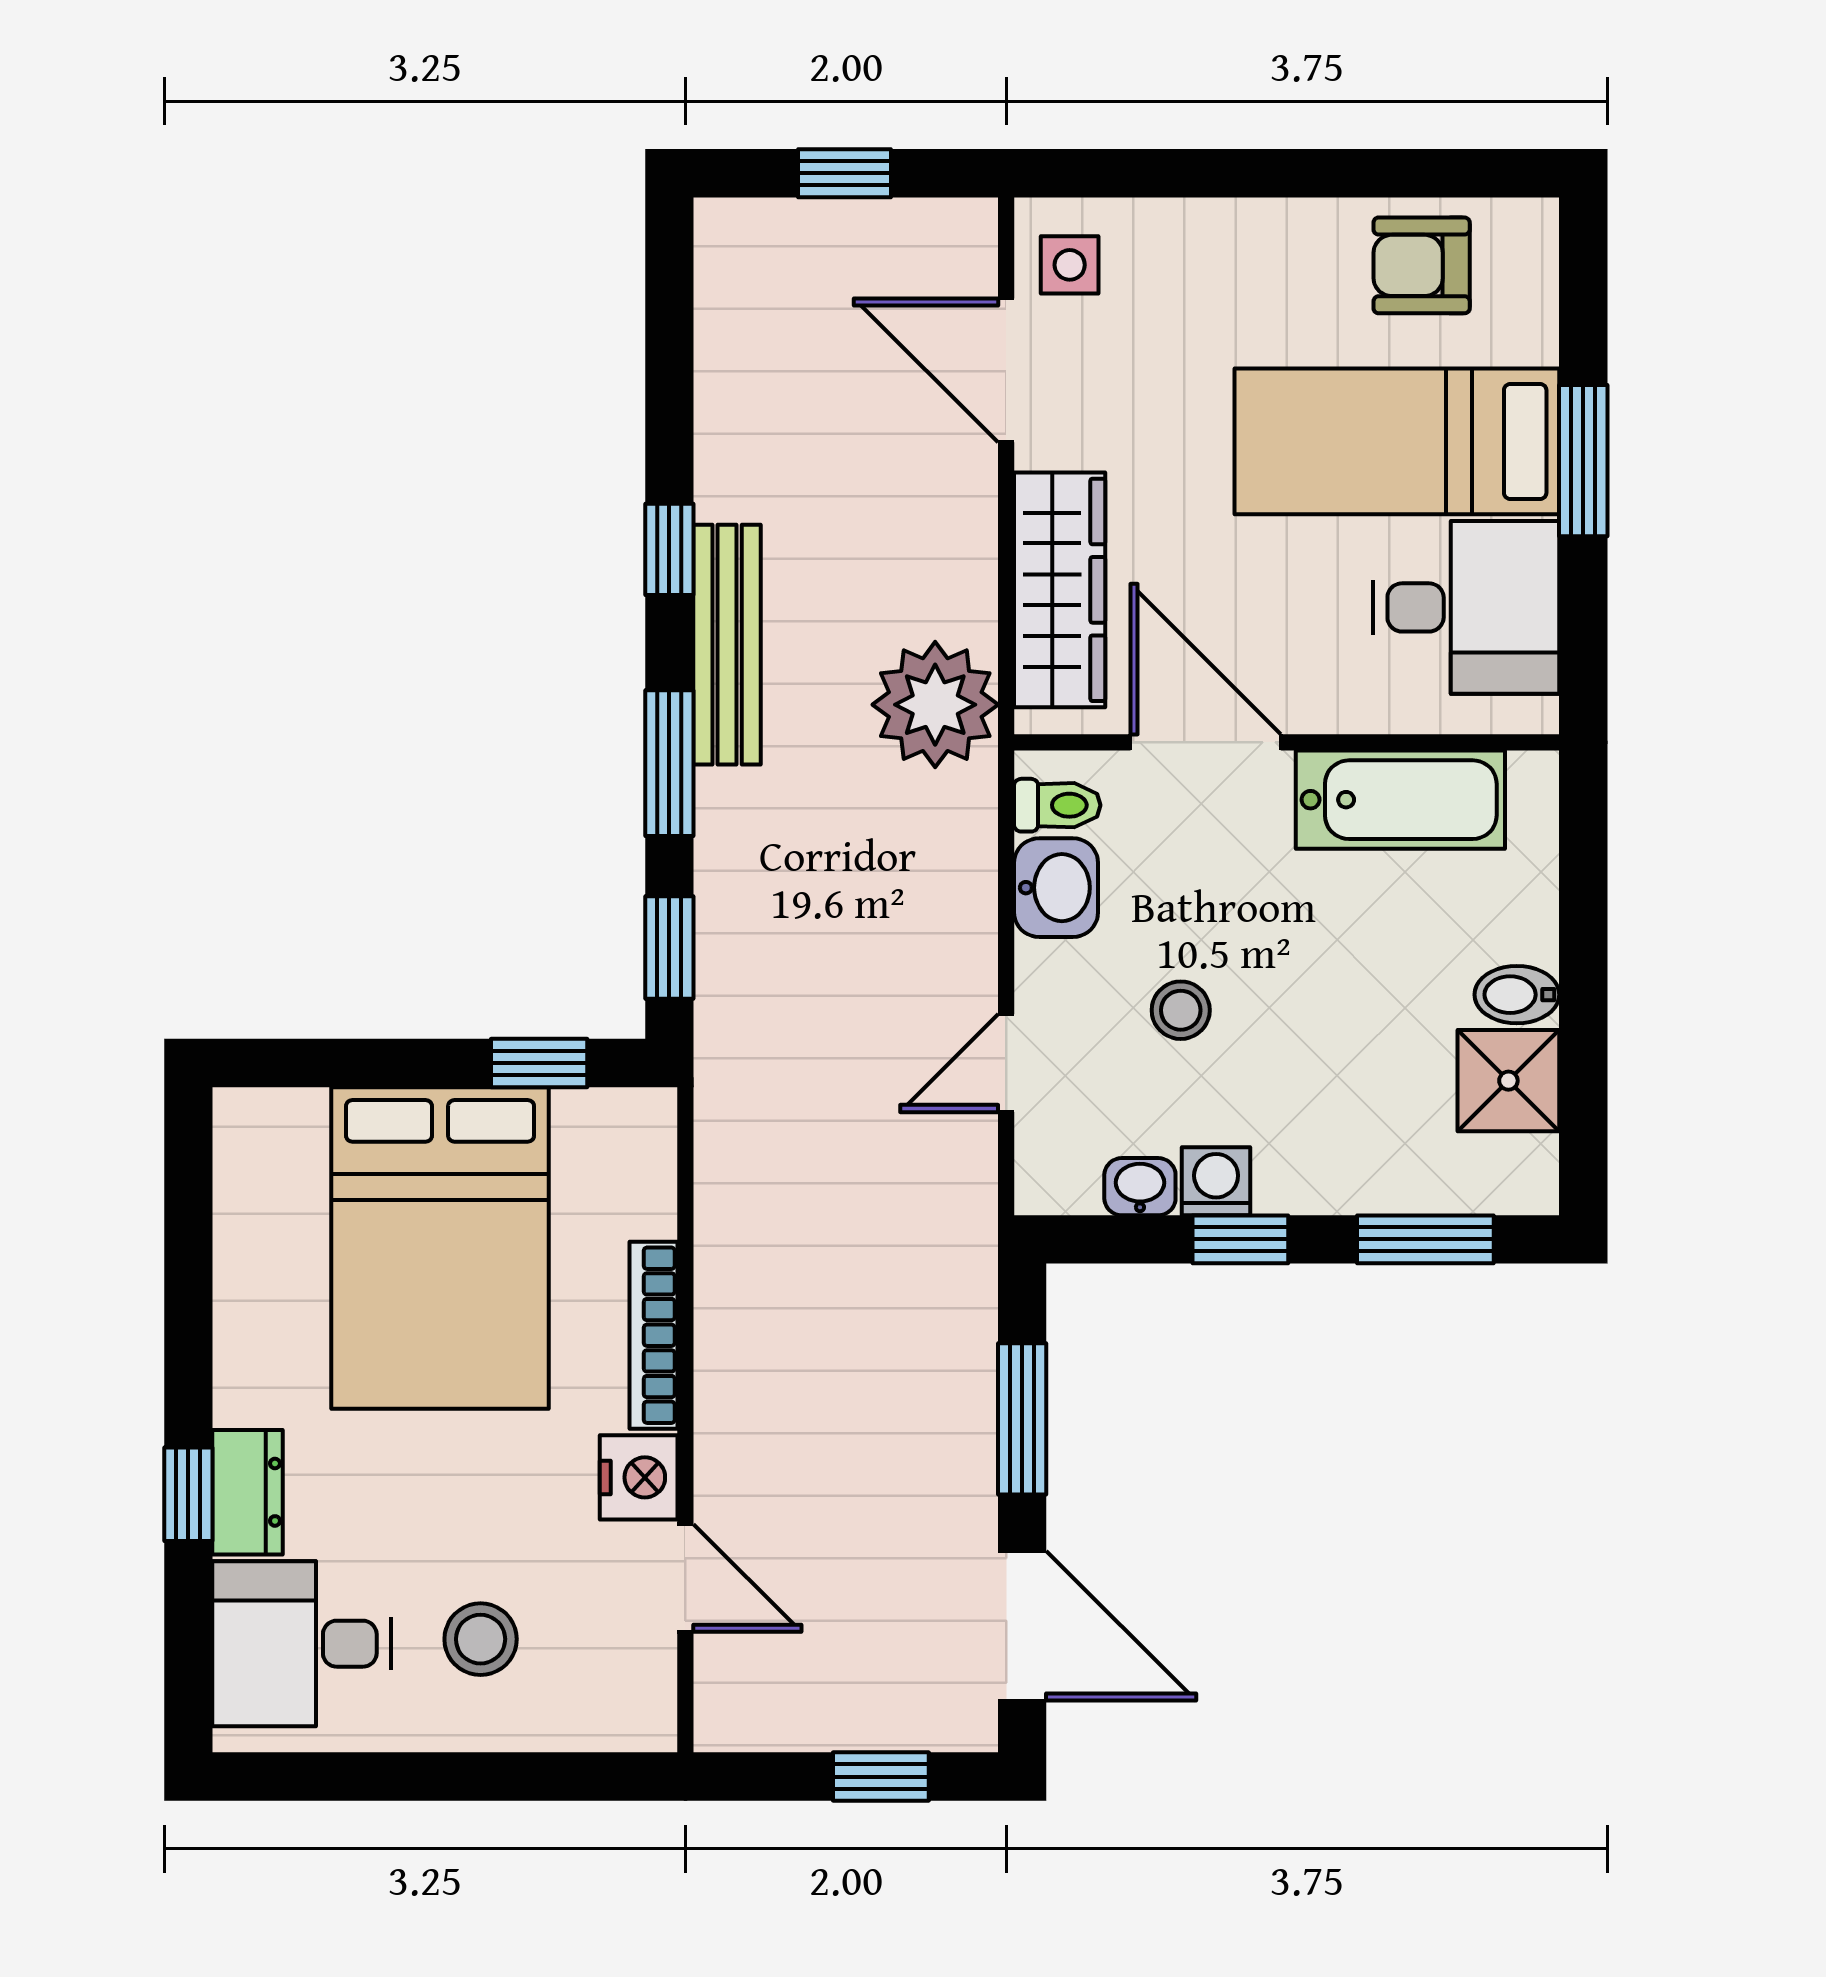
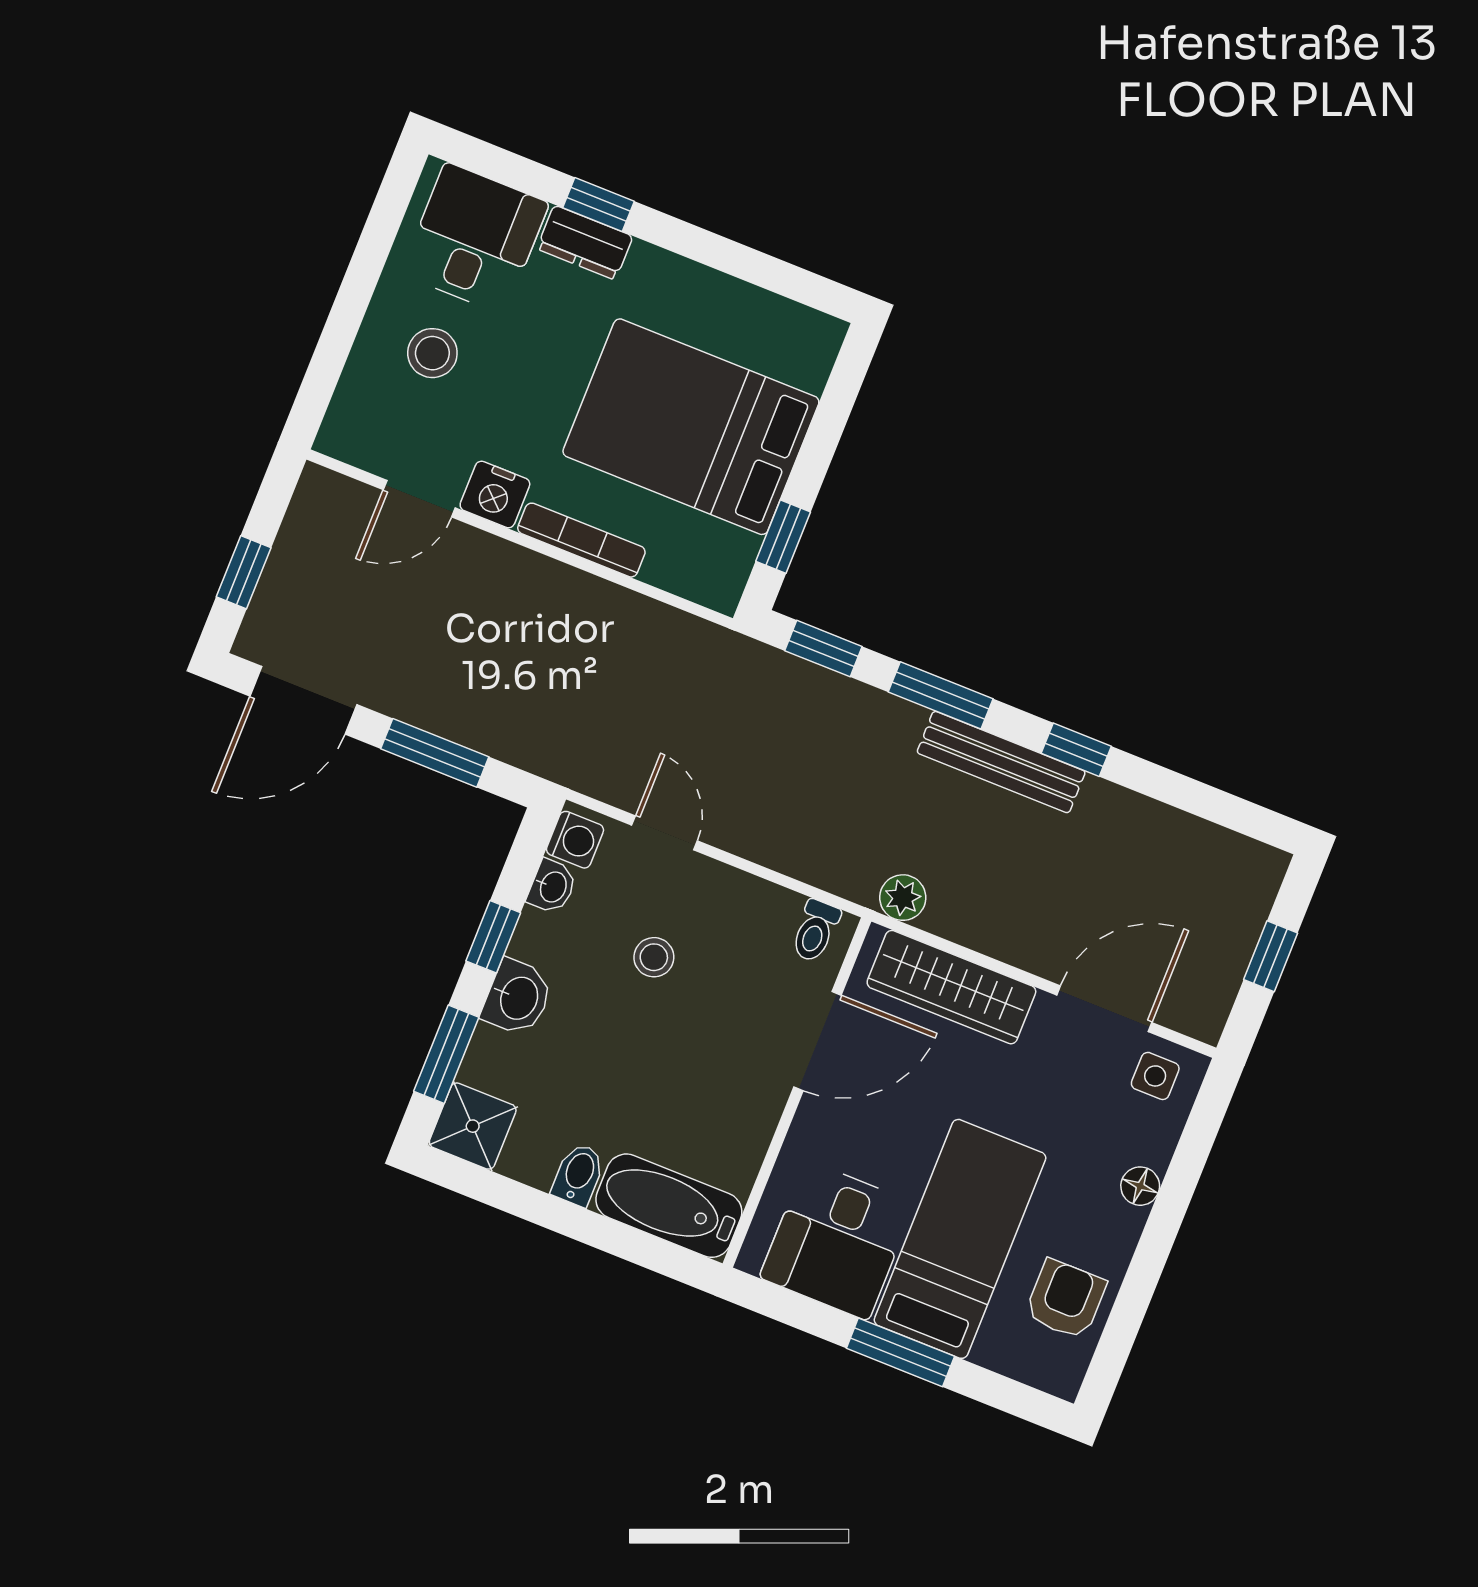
floor lamp: (1227, 225) -> (1140, 1186), added
plant: (935, 705) -> (903, 898), width x0.53, depth x0.53
bathtub: (1400, 800) -> (669, 1206), moved, turned 90
washbasin: (1056, 888) -> (518, 998), moved, turned -90
shower: (1508, 1081) -> (473, 1126), moved
washing machine: (1216, 1181) -> (575, 840), moved

